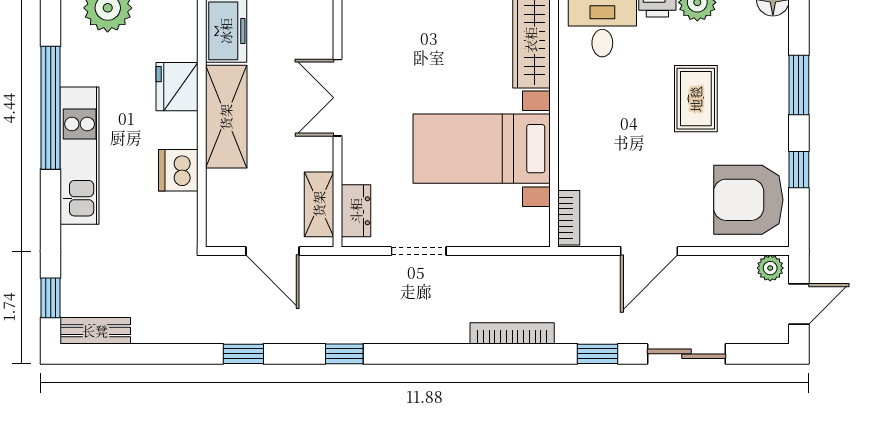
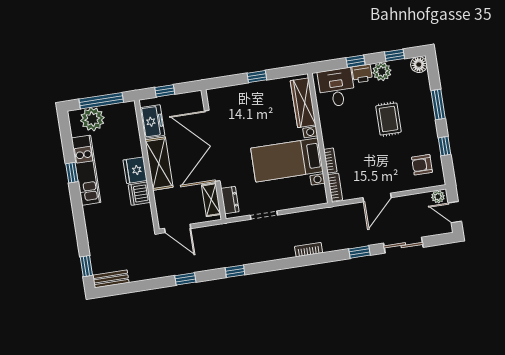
fridge: (177, 87) -> (135, 170), moved
double door: (337, 98) -> (212, 146), width x1.87
window: (51, 108) -> (72, 173), width x0.32
kitchen unit: (80, 156) -> (86, 170), moved
bookcase: (568, 163) -> (330, 161), added
armchair: (748, 200) -> (422, 165), width x0.53, depth x0.53
door: (272, 251) -> (178, 228), moved
door: (799, 304) -> (455, 212), swing flipped
bookcase: (512, 333) -> (309, 250), width x0.64

